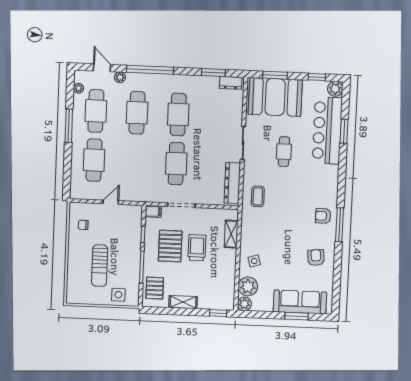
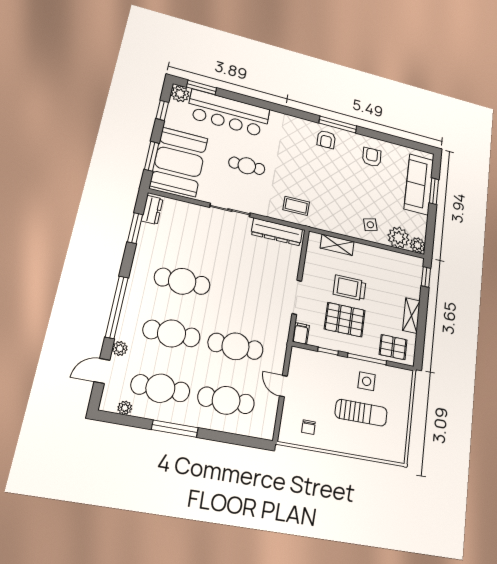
window: (344, 131) -> (202, 87), moved
cafe table: (176, 164) -> (236, 346), moved
armchair: (316, 258) -> (372, 157), turned 93
side table: (118, 295) -> (367, 381), moved

